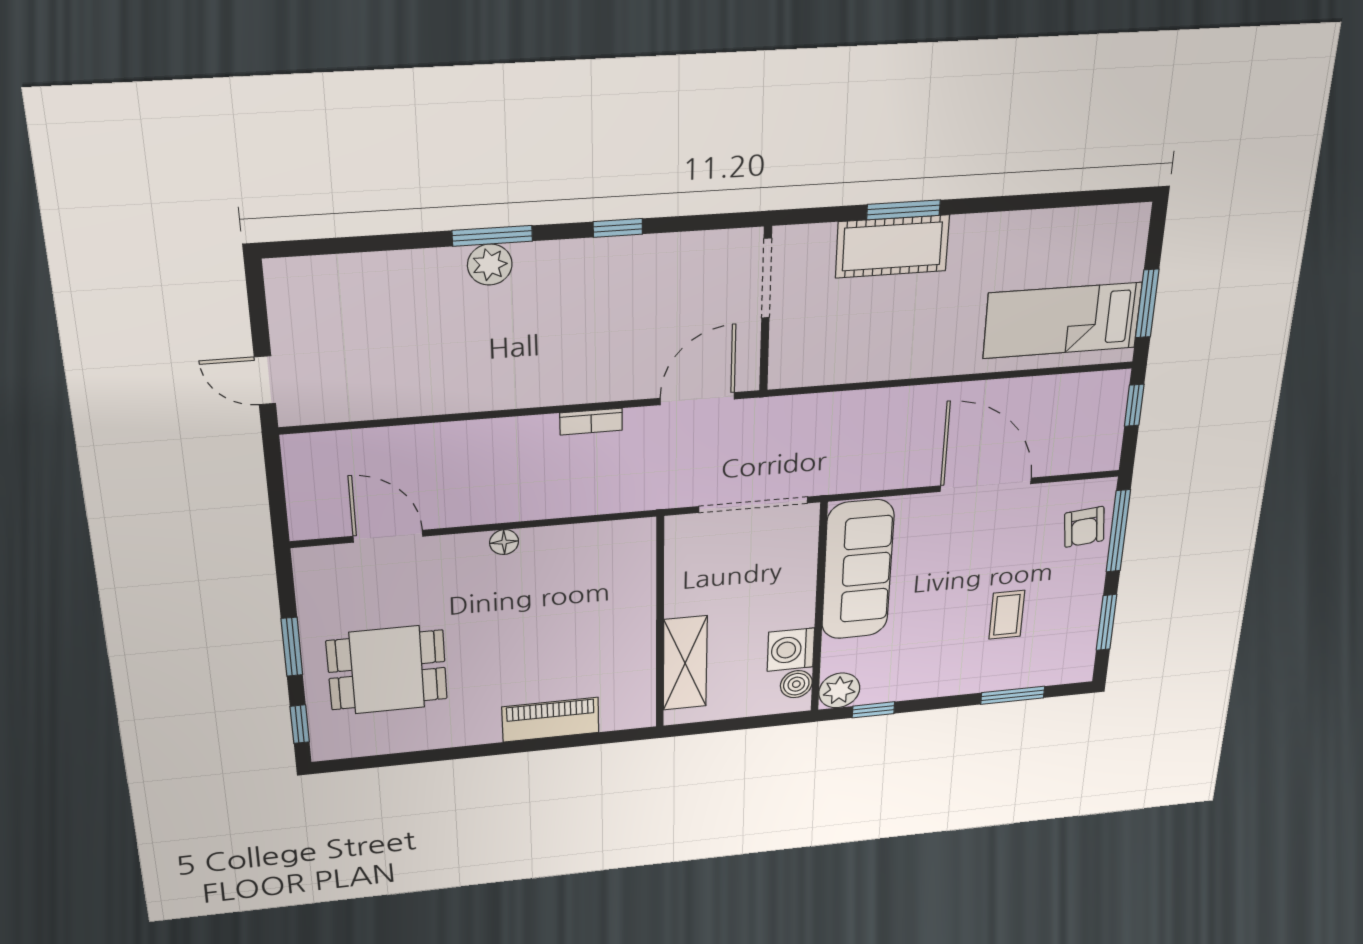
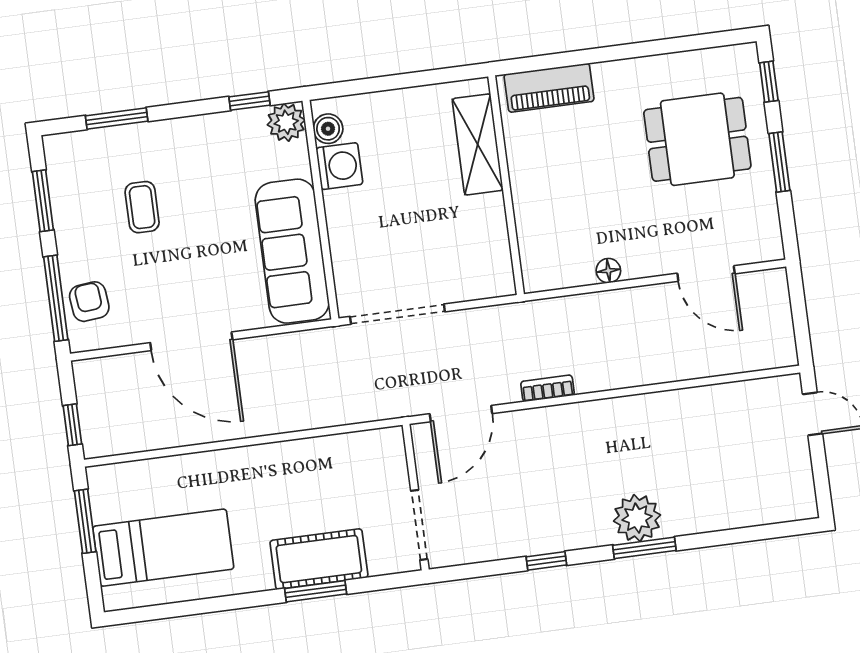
plant: (490, 265) -> (637, 518), width x1.36, depth x1.36
bed: (1062, 320) -> (163, 548), moved
wall: (660, 624) -> (506, 185), moved
shelving: (685, 663) -> (478, 144), moved

